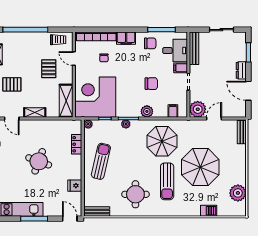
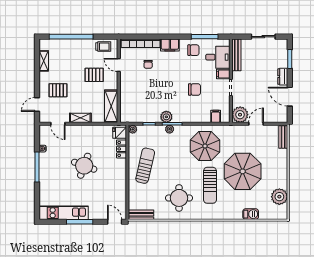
pallet: (49, 69) -> (94, 75), turned 90
corner desk: (95, 97) -> (140, 103), removed
plant: (147, 111) -> (166, 117), moved
fridge: (75, 186) -> (120, 133), moved

